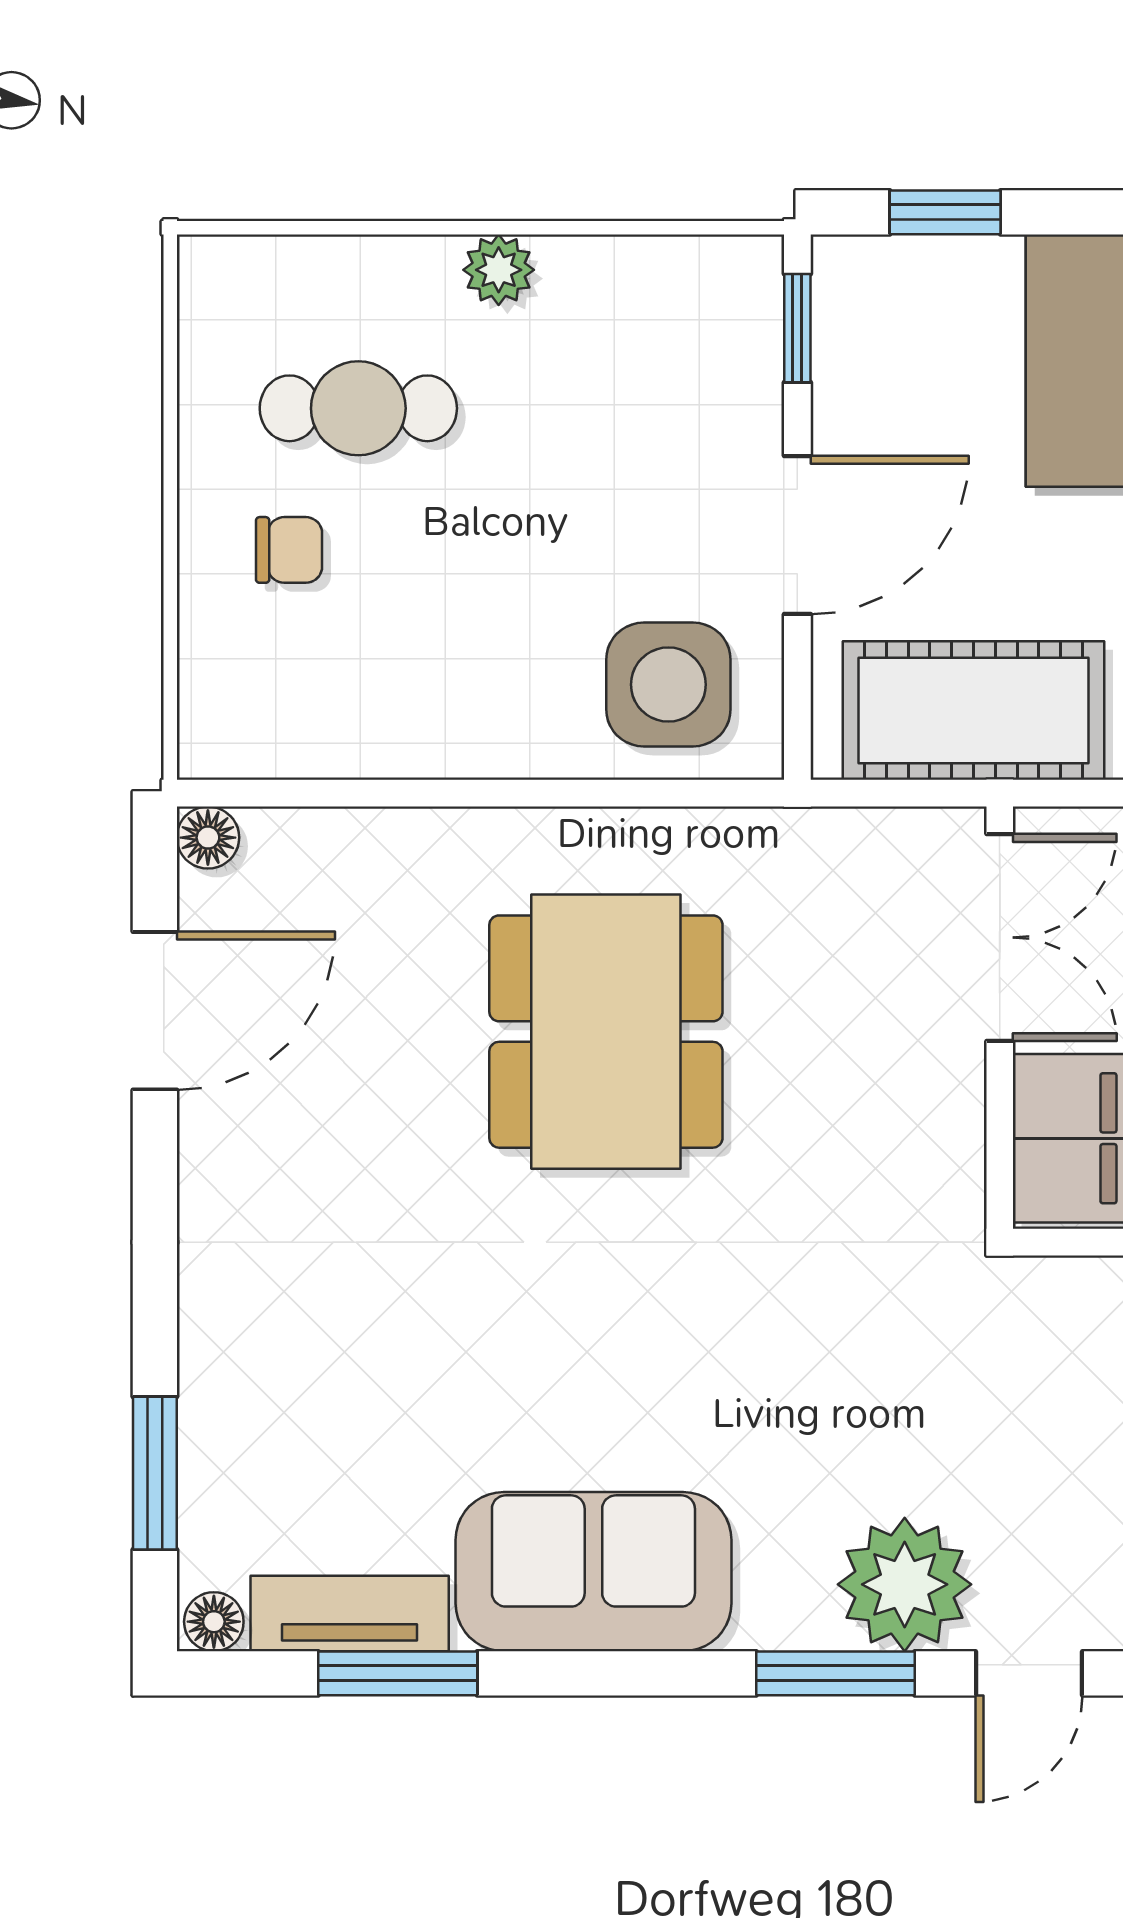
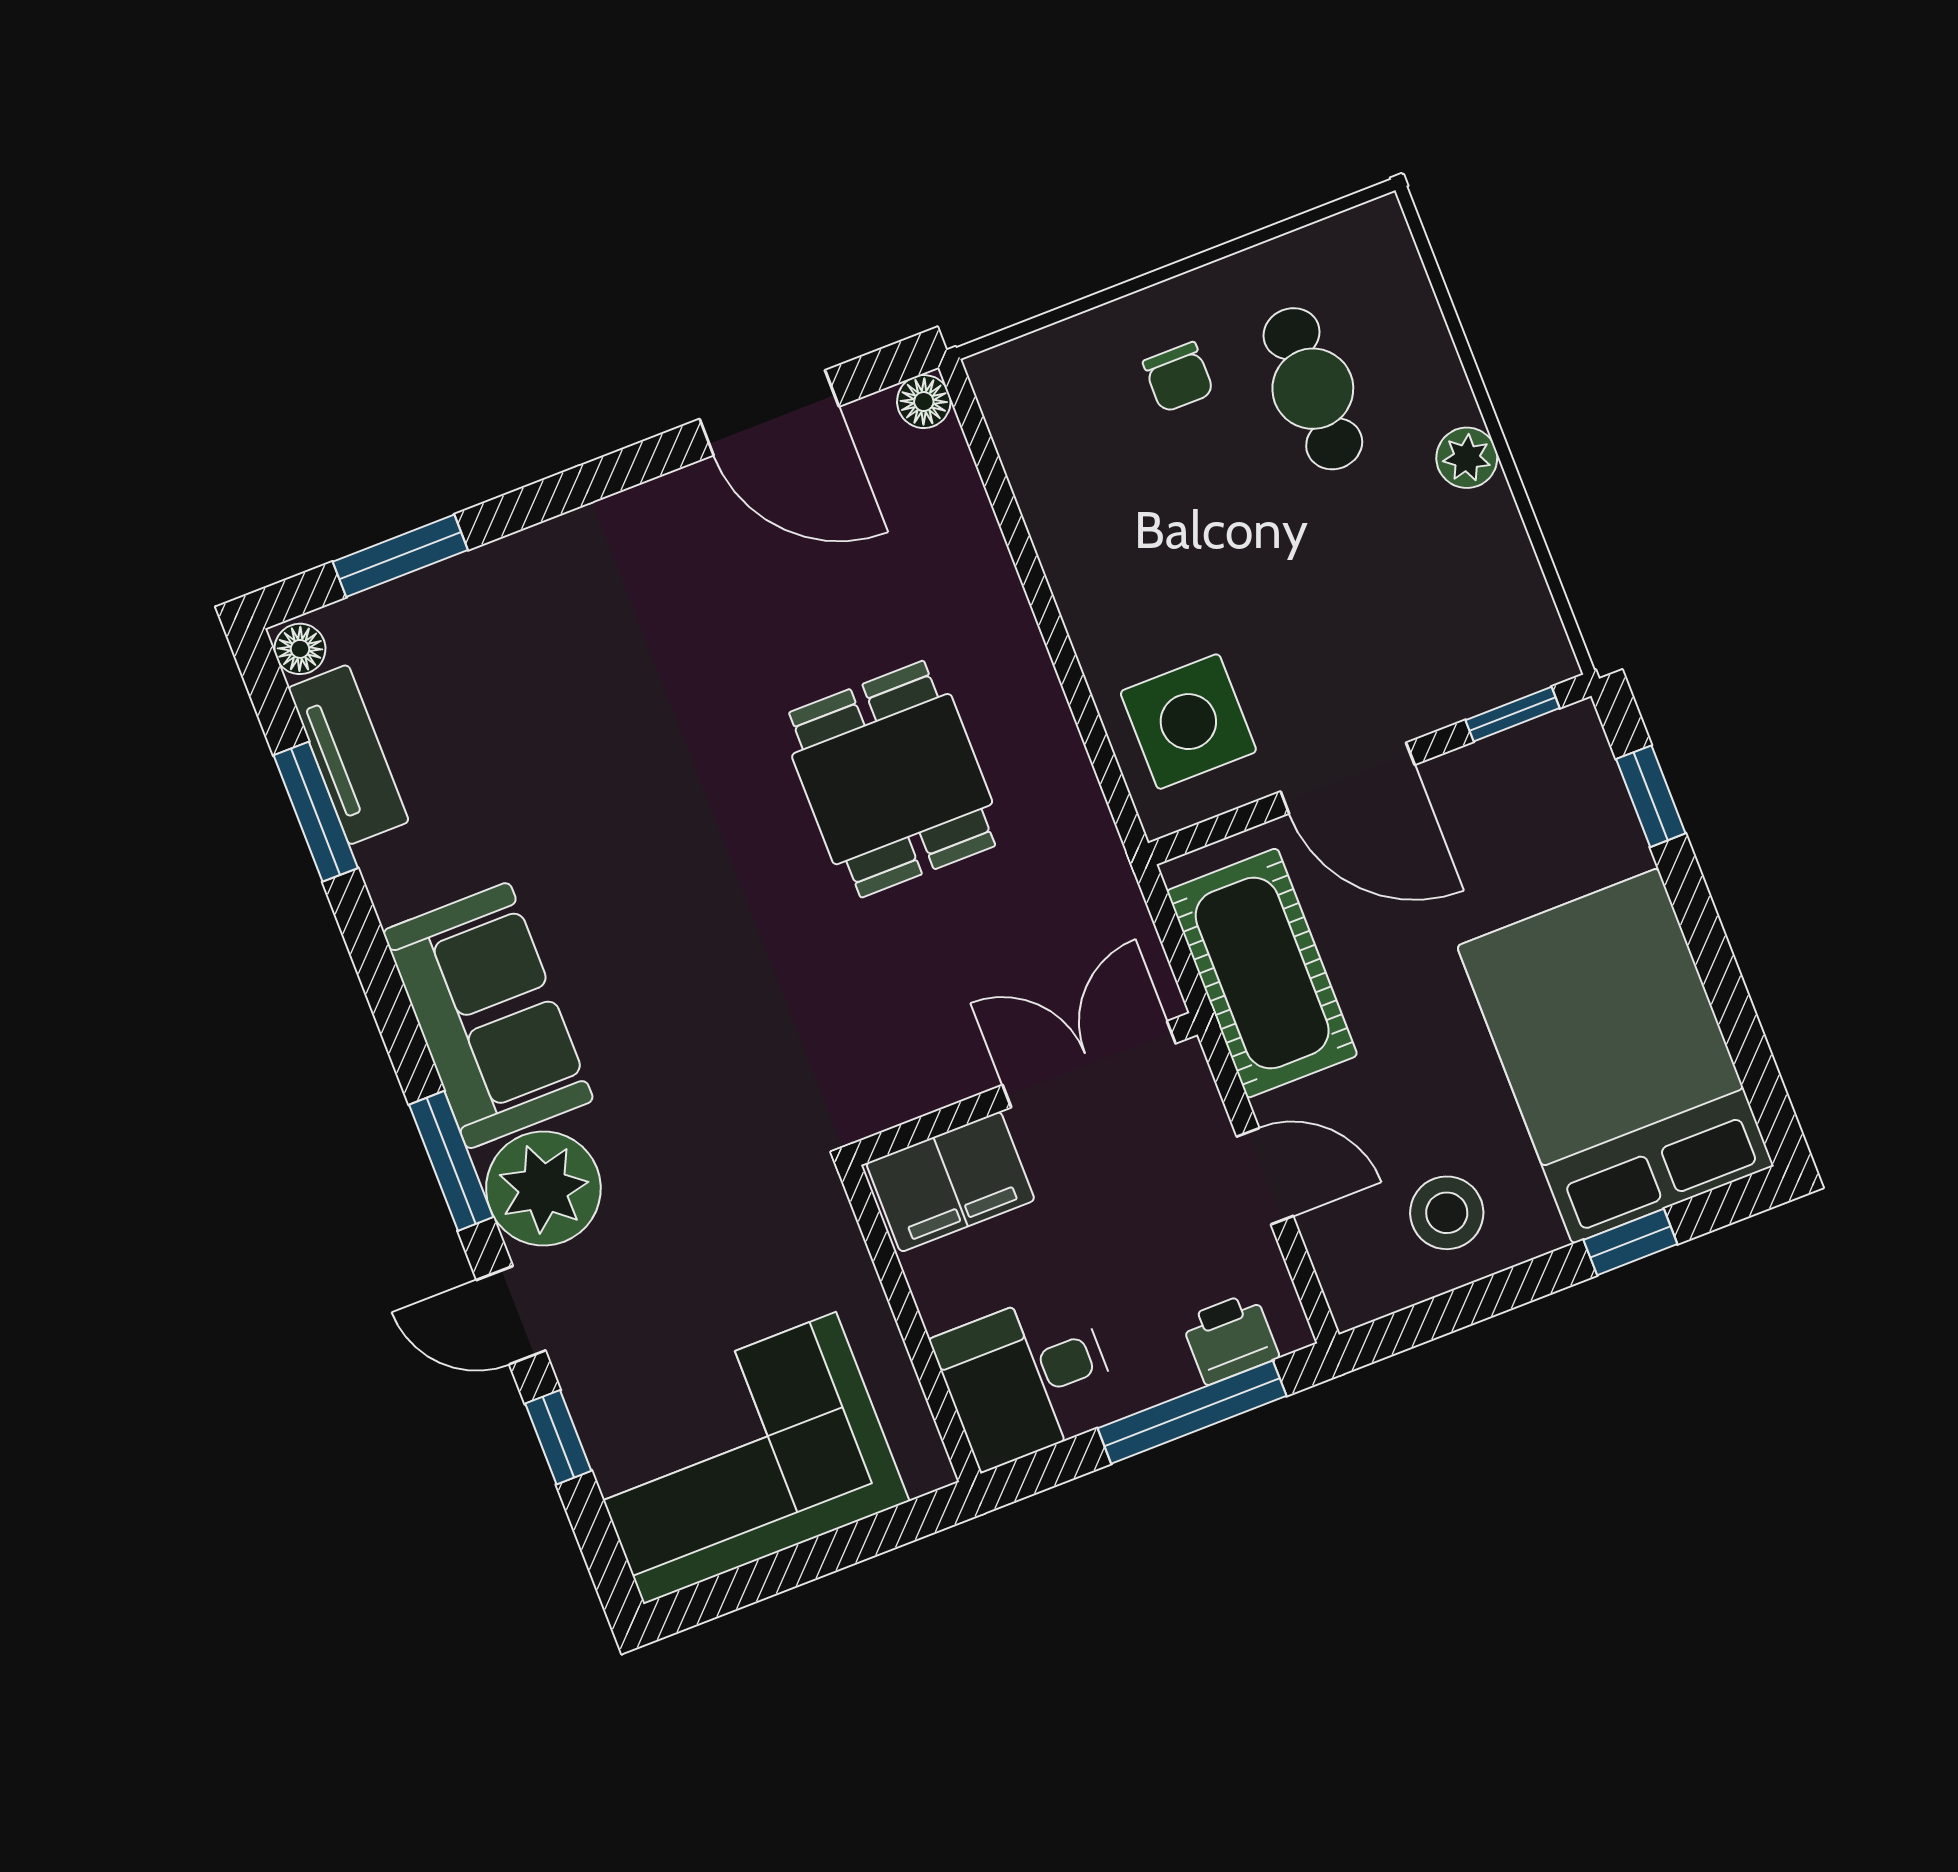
double door: (1000, 937) -> (1089, 1064), swing flipped
dining table: (606, 1032) -> (892, 779), width x0.73
sofa: (593, 1572) -> (488, 1016), moved

